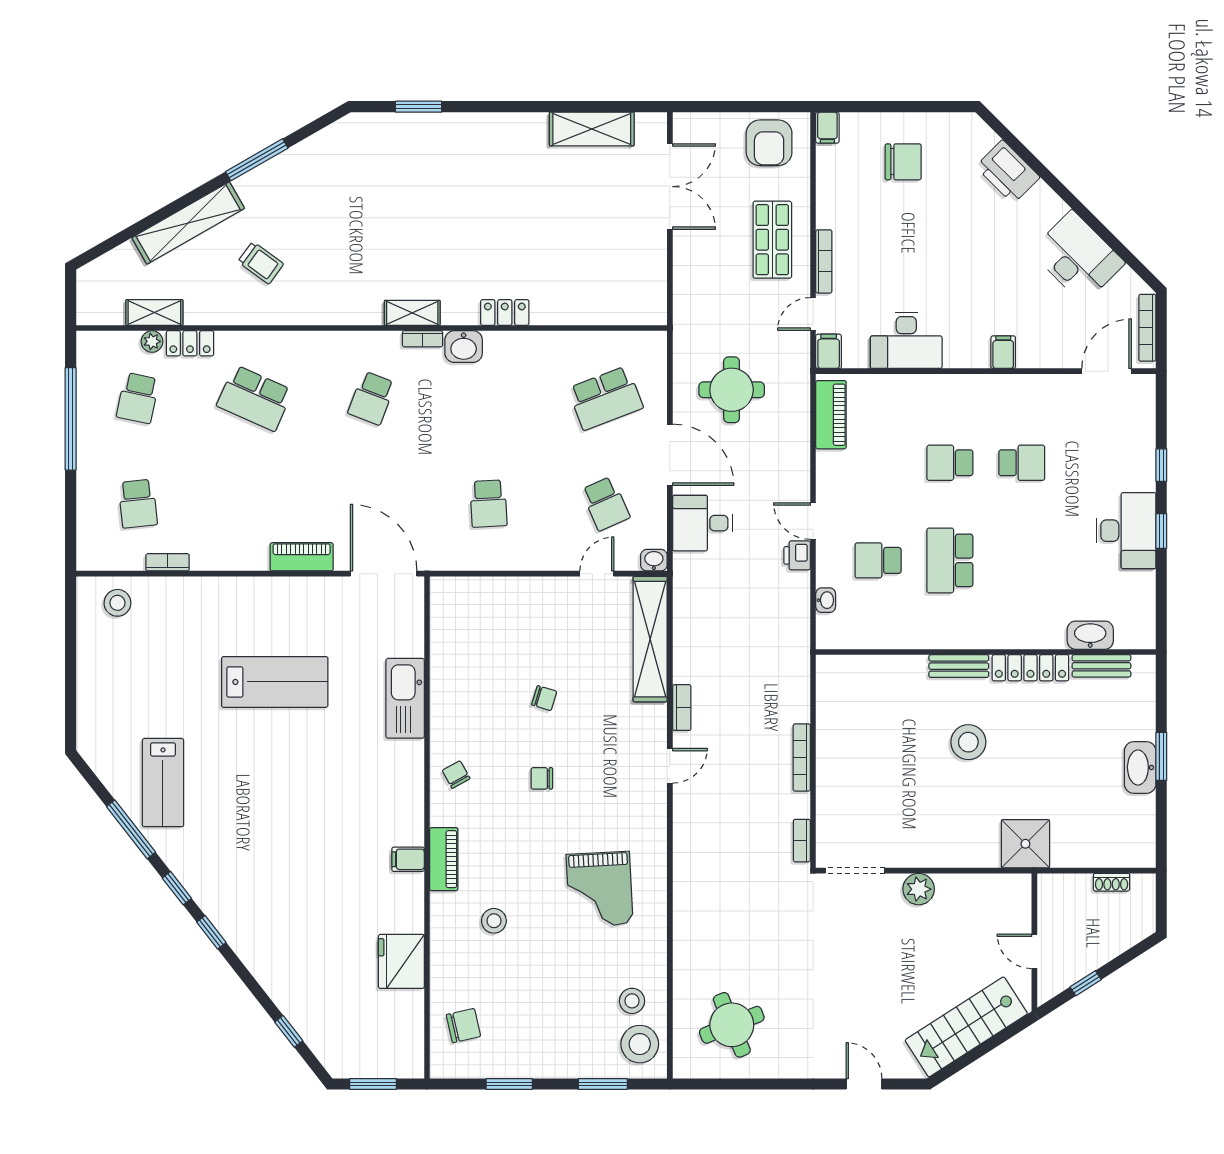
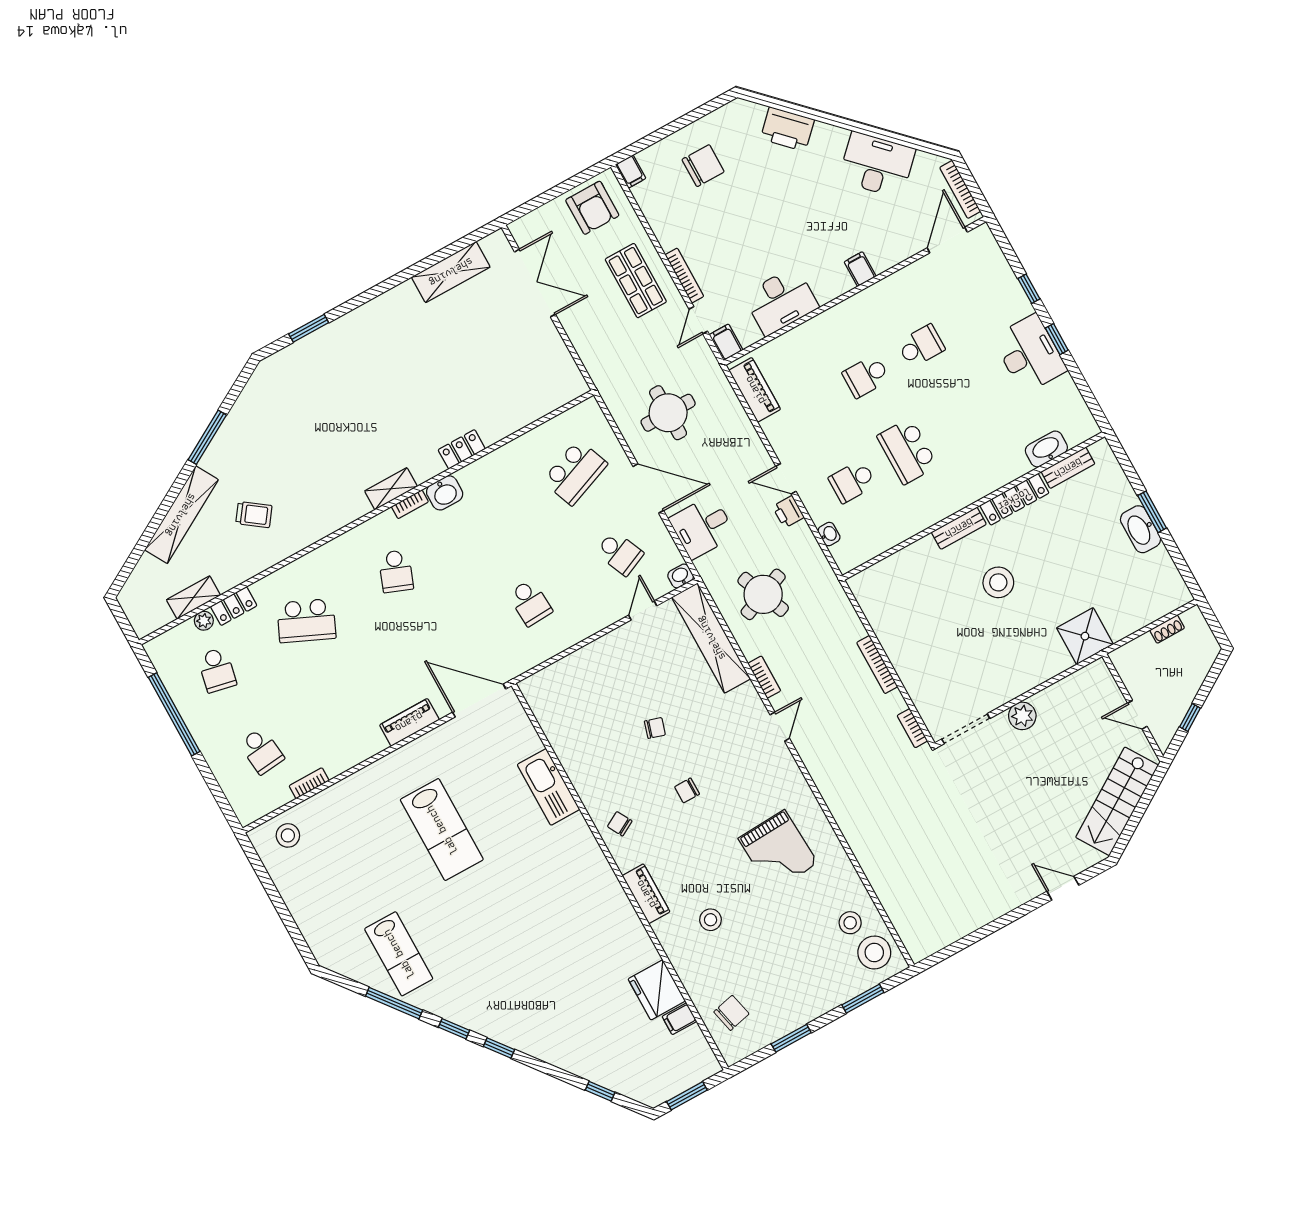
lab bench: (275, 682) -> (442, 830), turned 90
filing cabinet: (408, 859) -> (679, 1019), moved
round table: (732, 1025) -> (763, 594), moved

